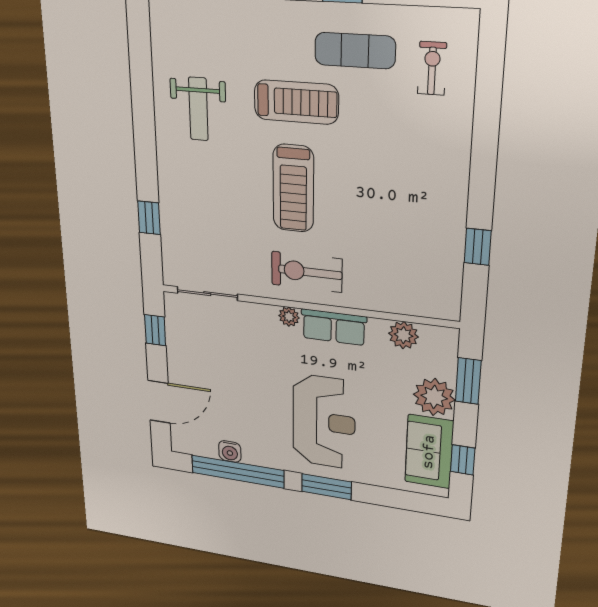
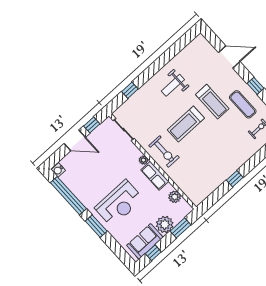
weight bench: (198, 109) -> (173, 85), moved
window: (478, 247) -> (235, 179), moved
exercise bike: (307, 272) -> (164, 152), turned 180
door: (159, 402) -> (75, 140), moved
water cooler: (230, 451) -> (58, 170), moved

